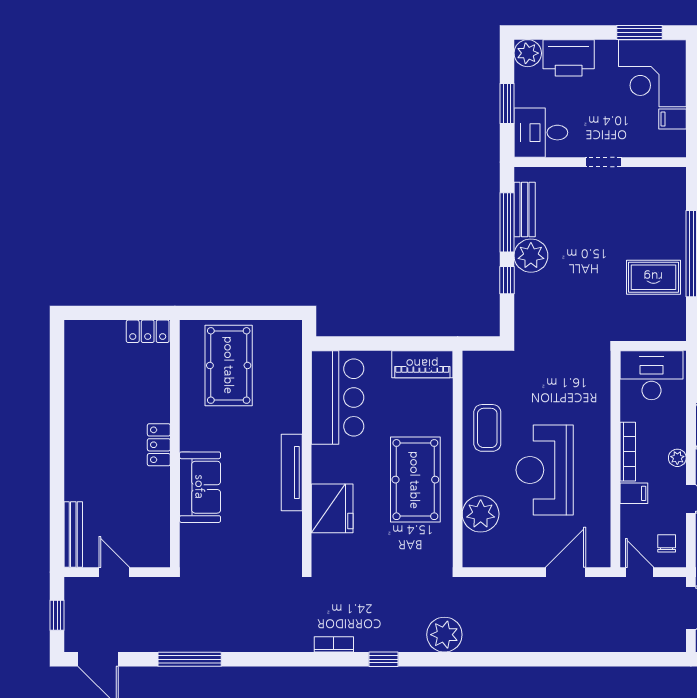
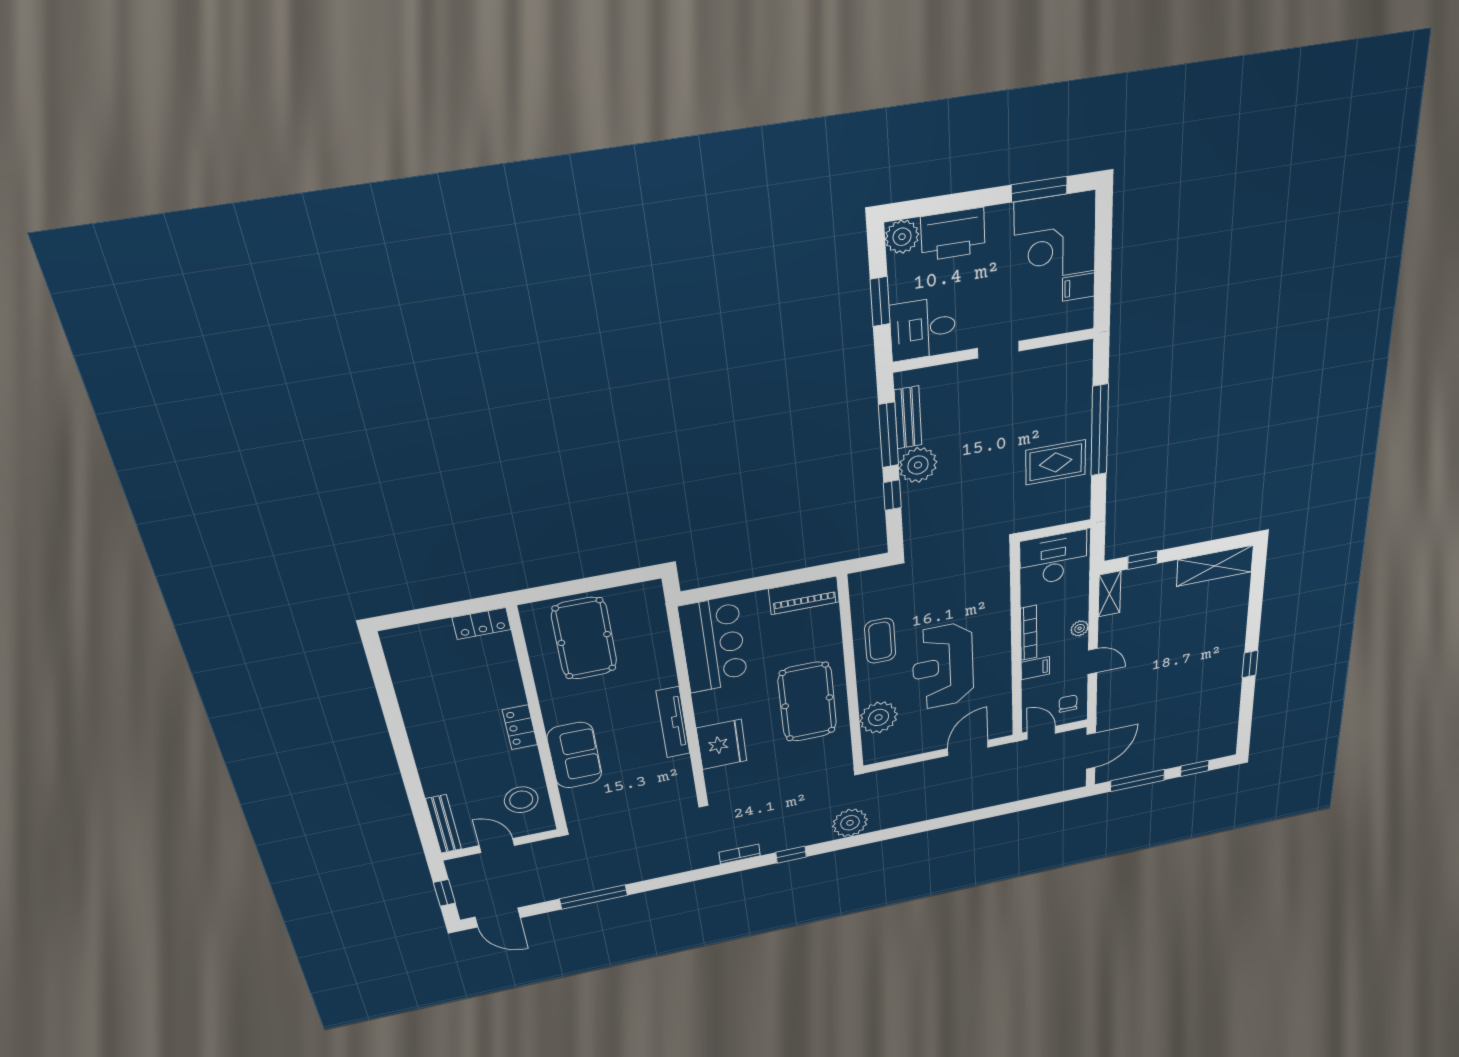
stool: (145, 525) -> (521, 800), added

